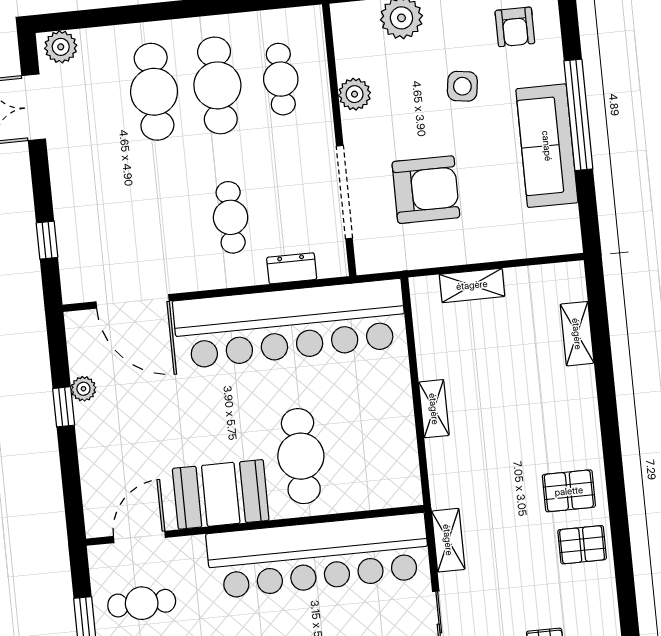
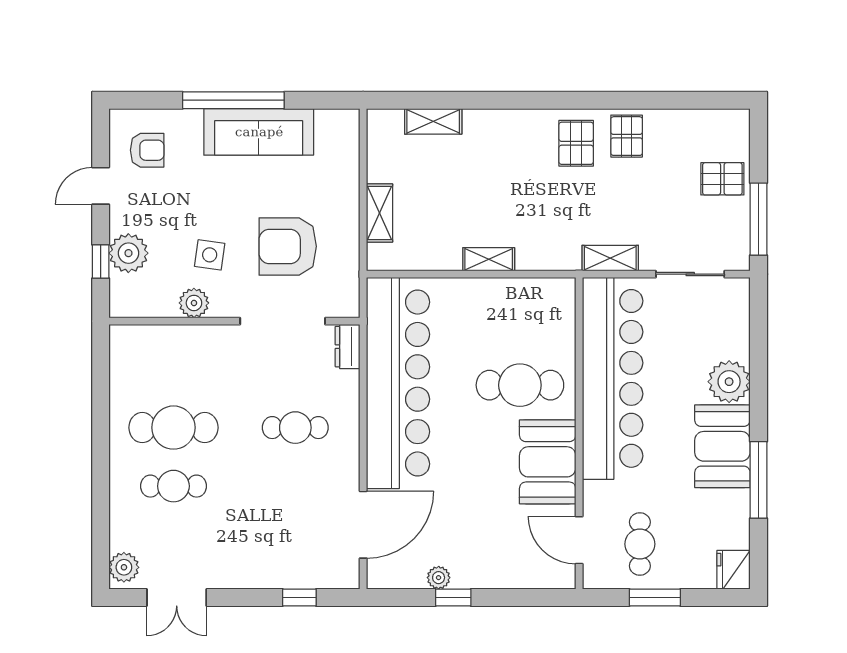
cafe table: (281, 79) -> (173, 369), removed
side table: (462, 86) -> (210, 255), moved
cafe table: (154, 92) -> (173, 486), width x0.73, depth x0.74
armchair: (426, 190) -> (288, 246), turned -90
dresser: (292, 268) -> (347, 347), moved

